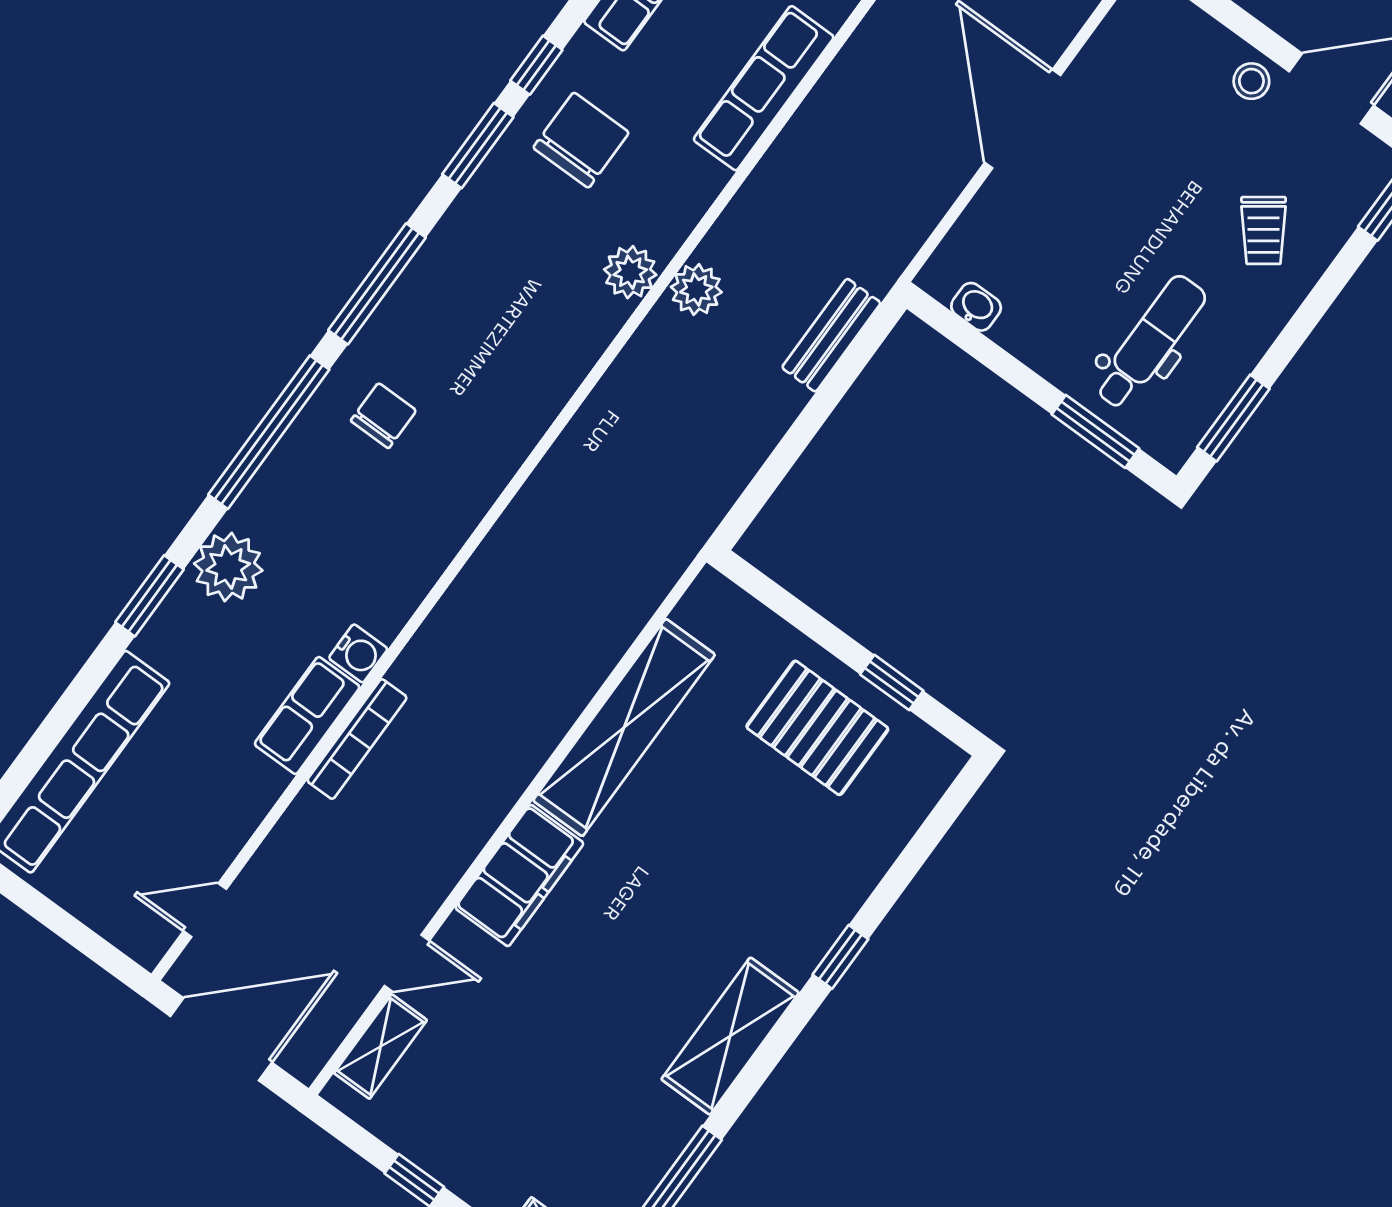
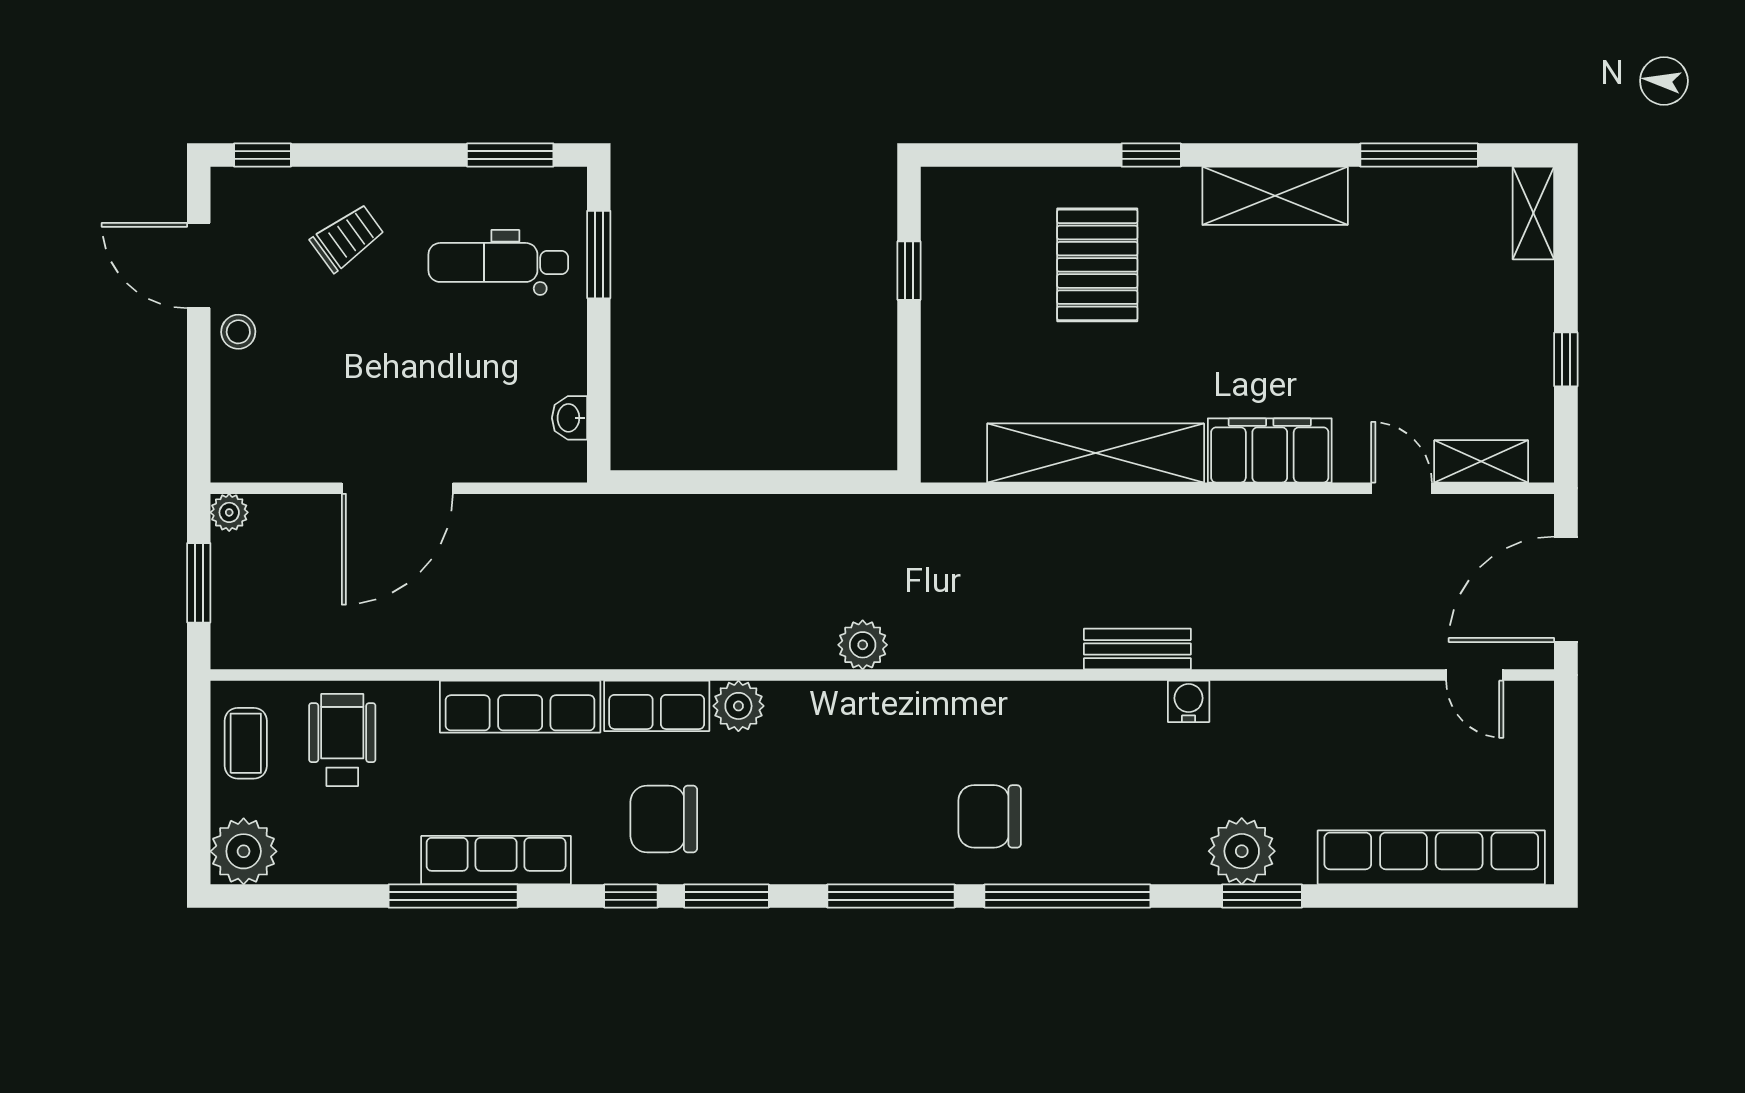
plant: (696, 290) -> (863, 645), moved
bench: (831, 335) -> (1137, 649), moved
chair: (383, 416) -> (990, 816), width x1.37, depth x1.37
plant: (228, 567) -> (1242, 851), moved
row of seats: (307, 715) -> (657, 706), moved
pallet: (817, 728) -> (1097, 265), moved
bookcase: (357, 739) -> (1256, 654), removed
door: (221, 1039) -> (1566, 589), hinge flipped

